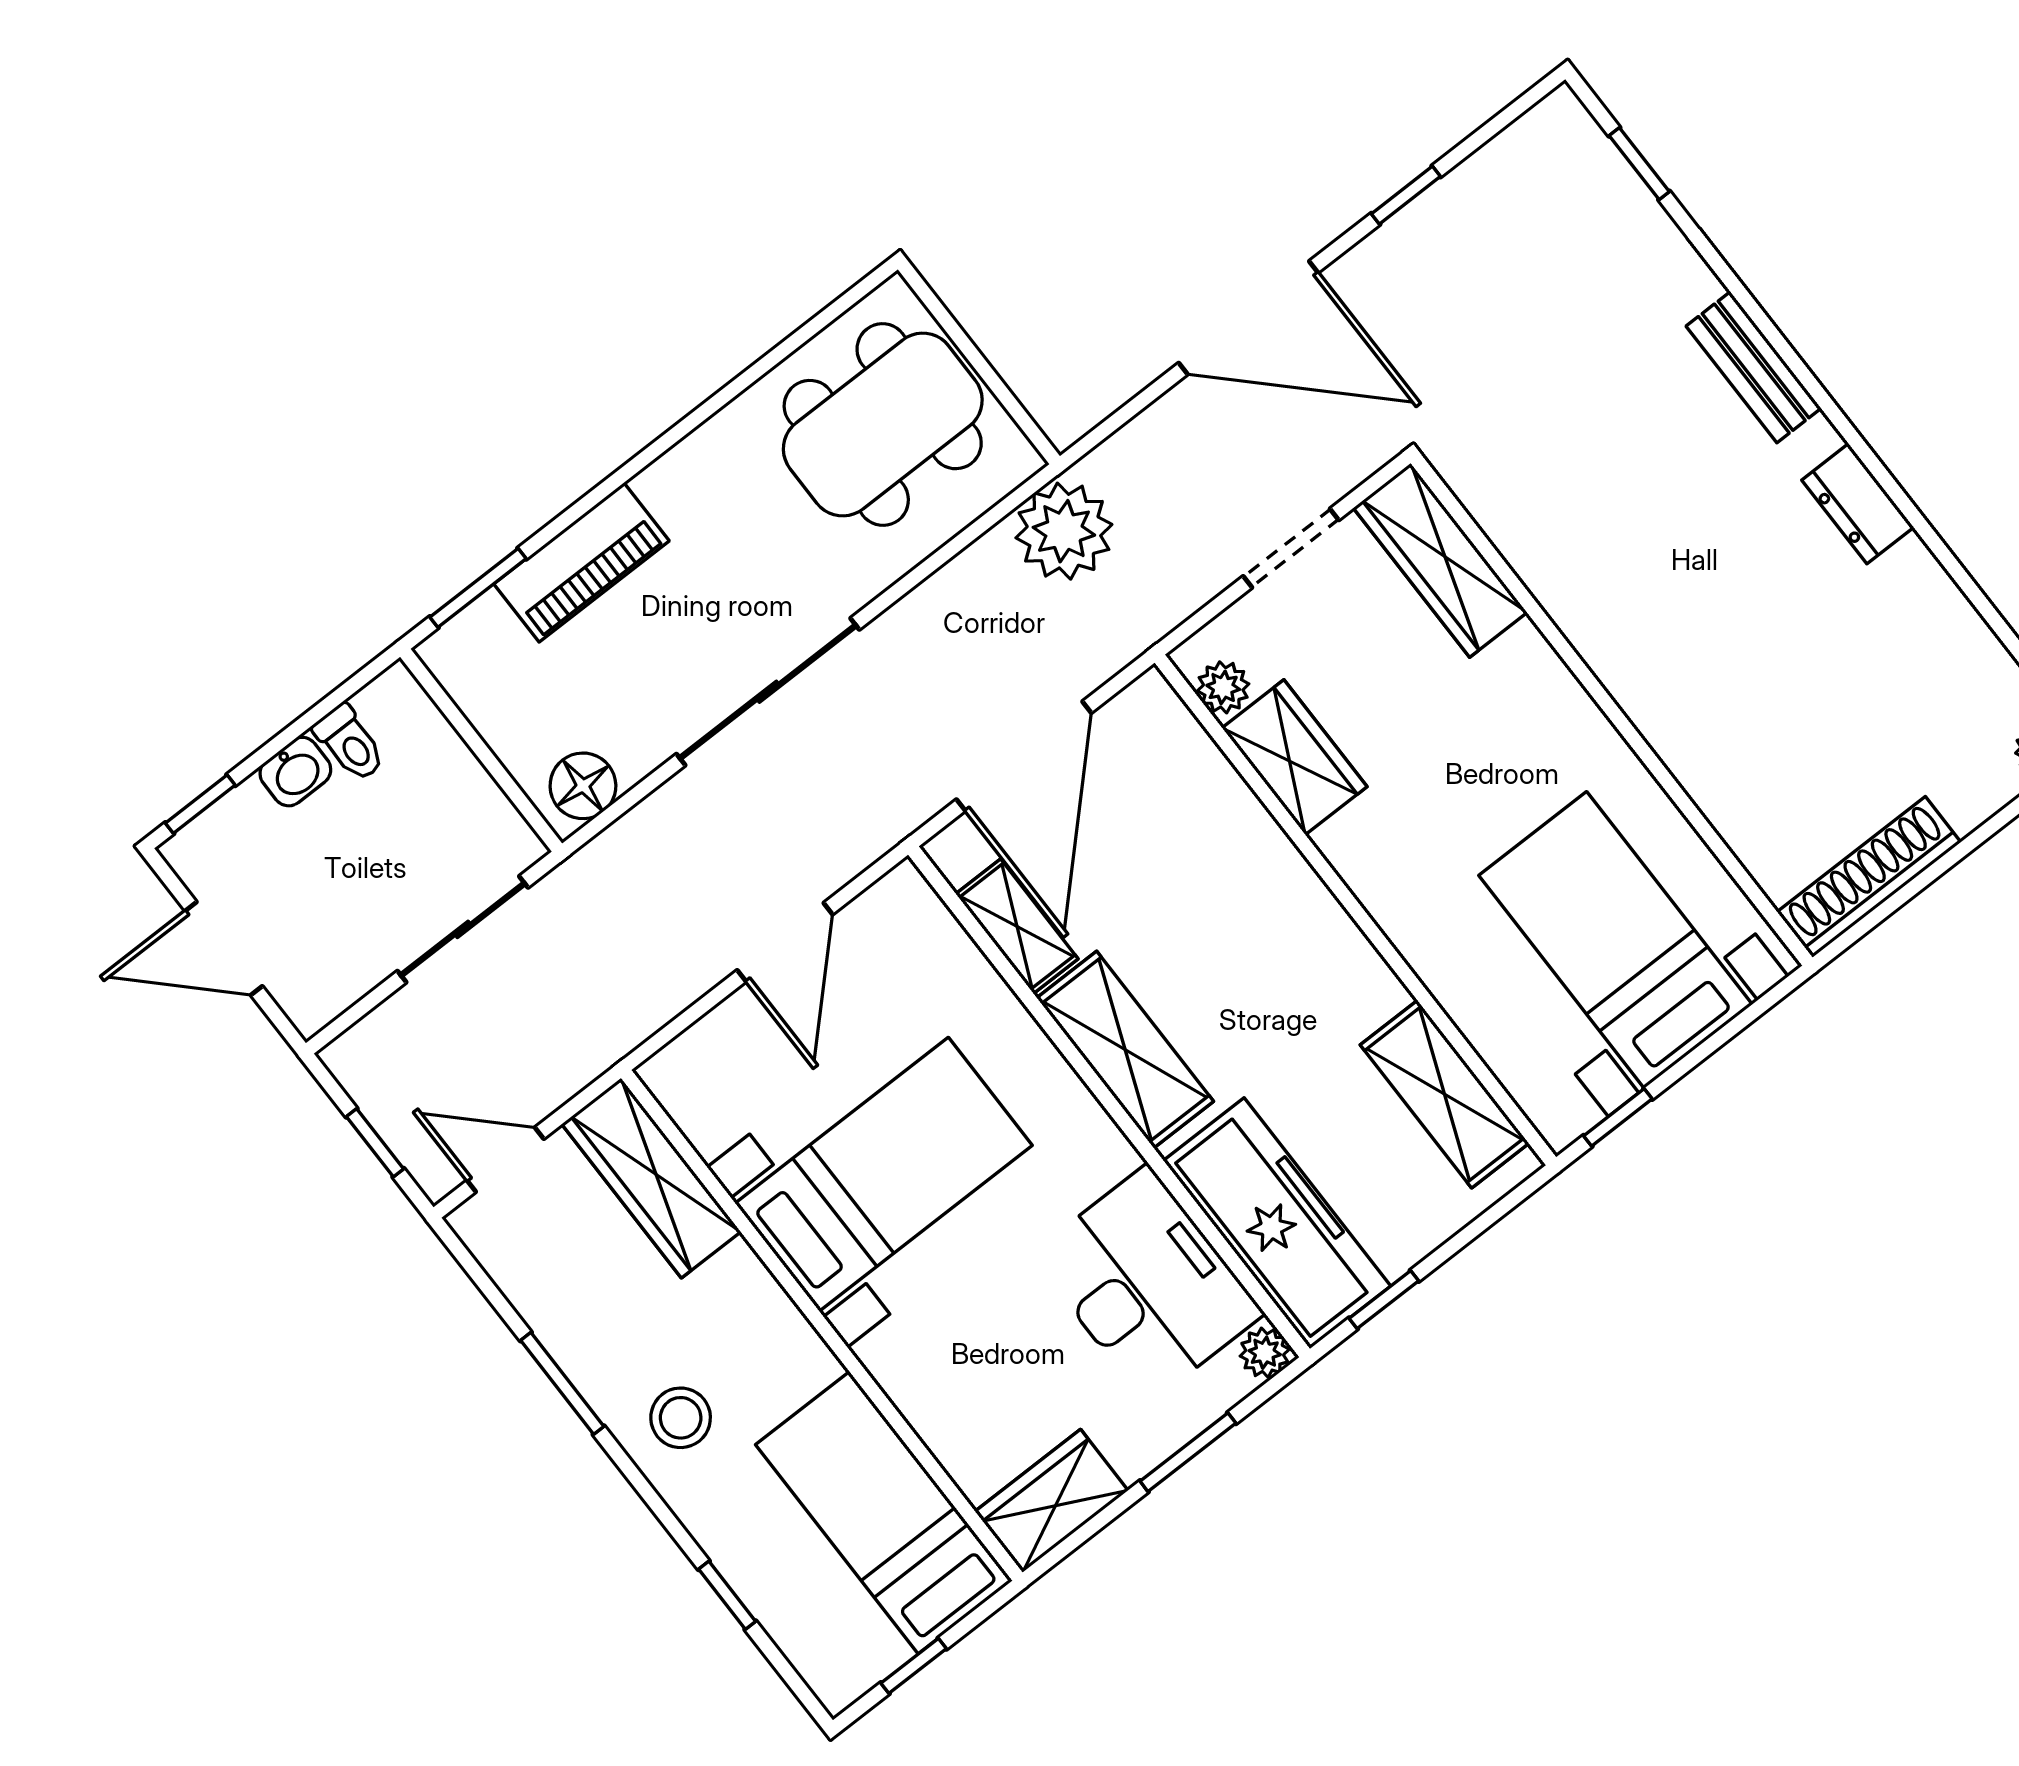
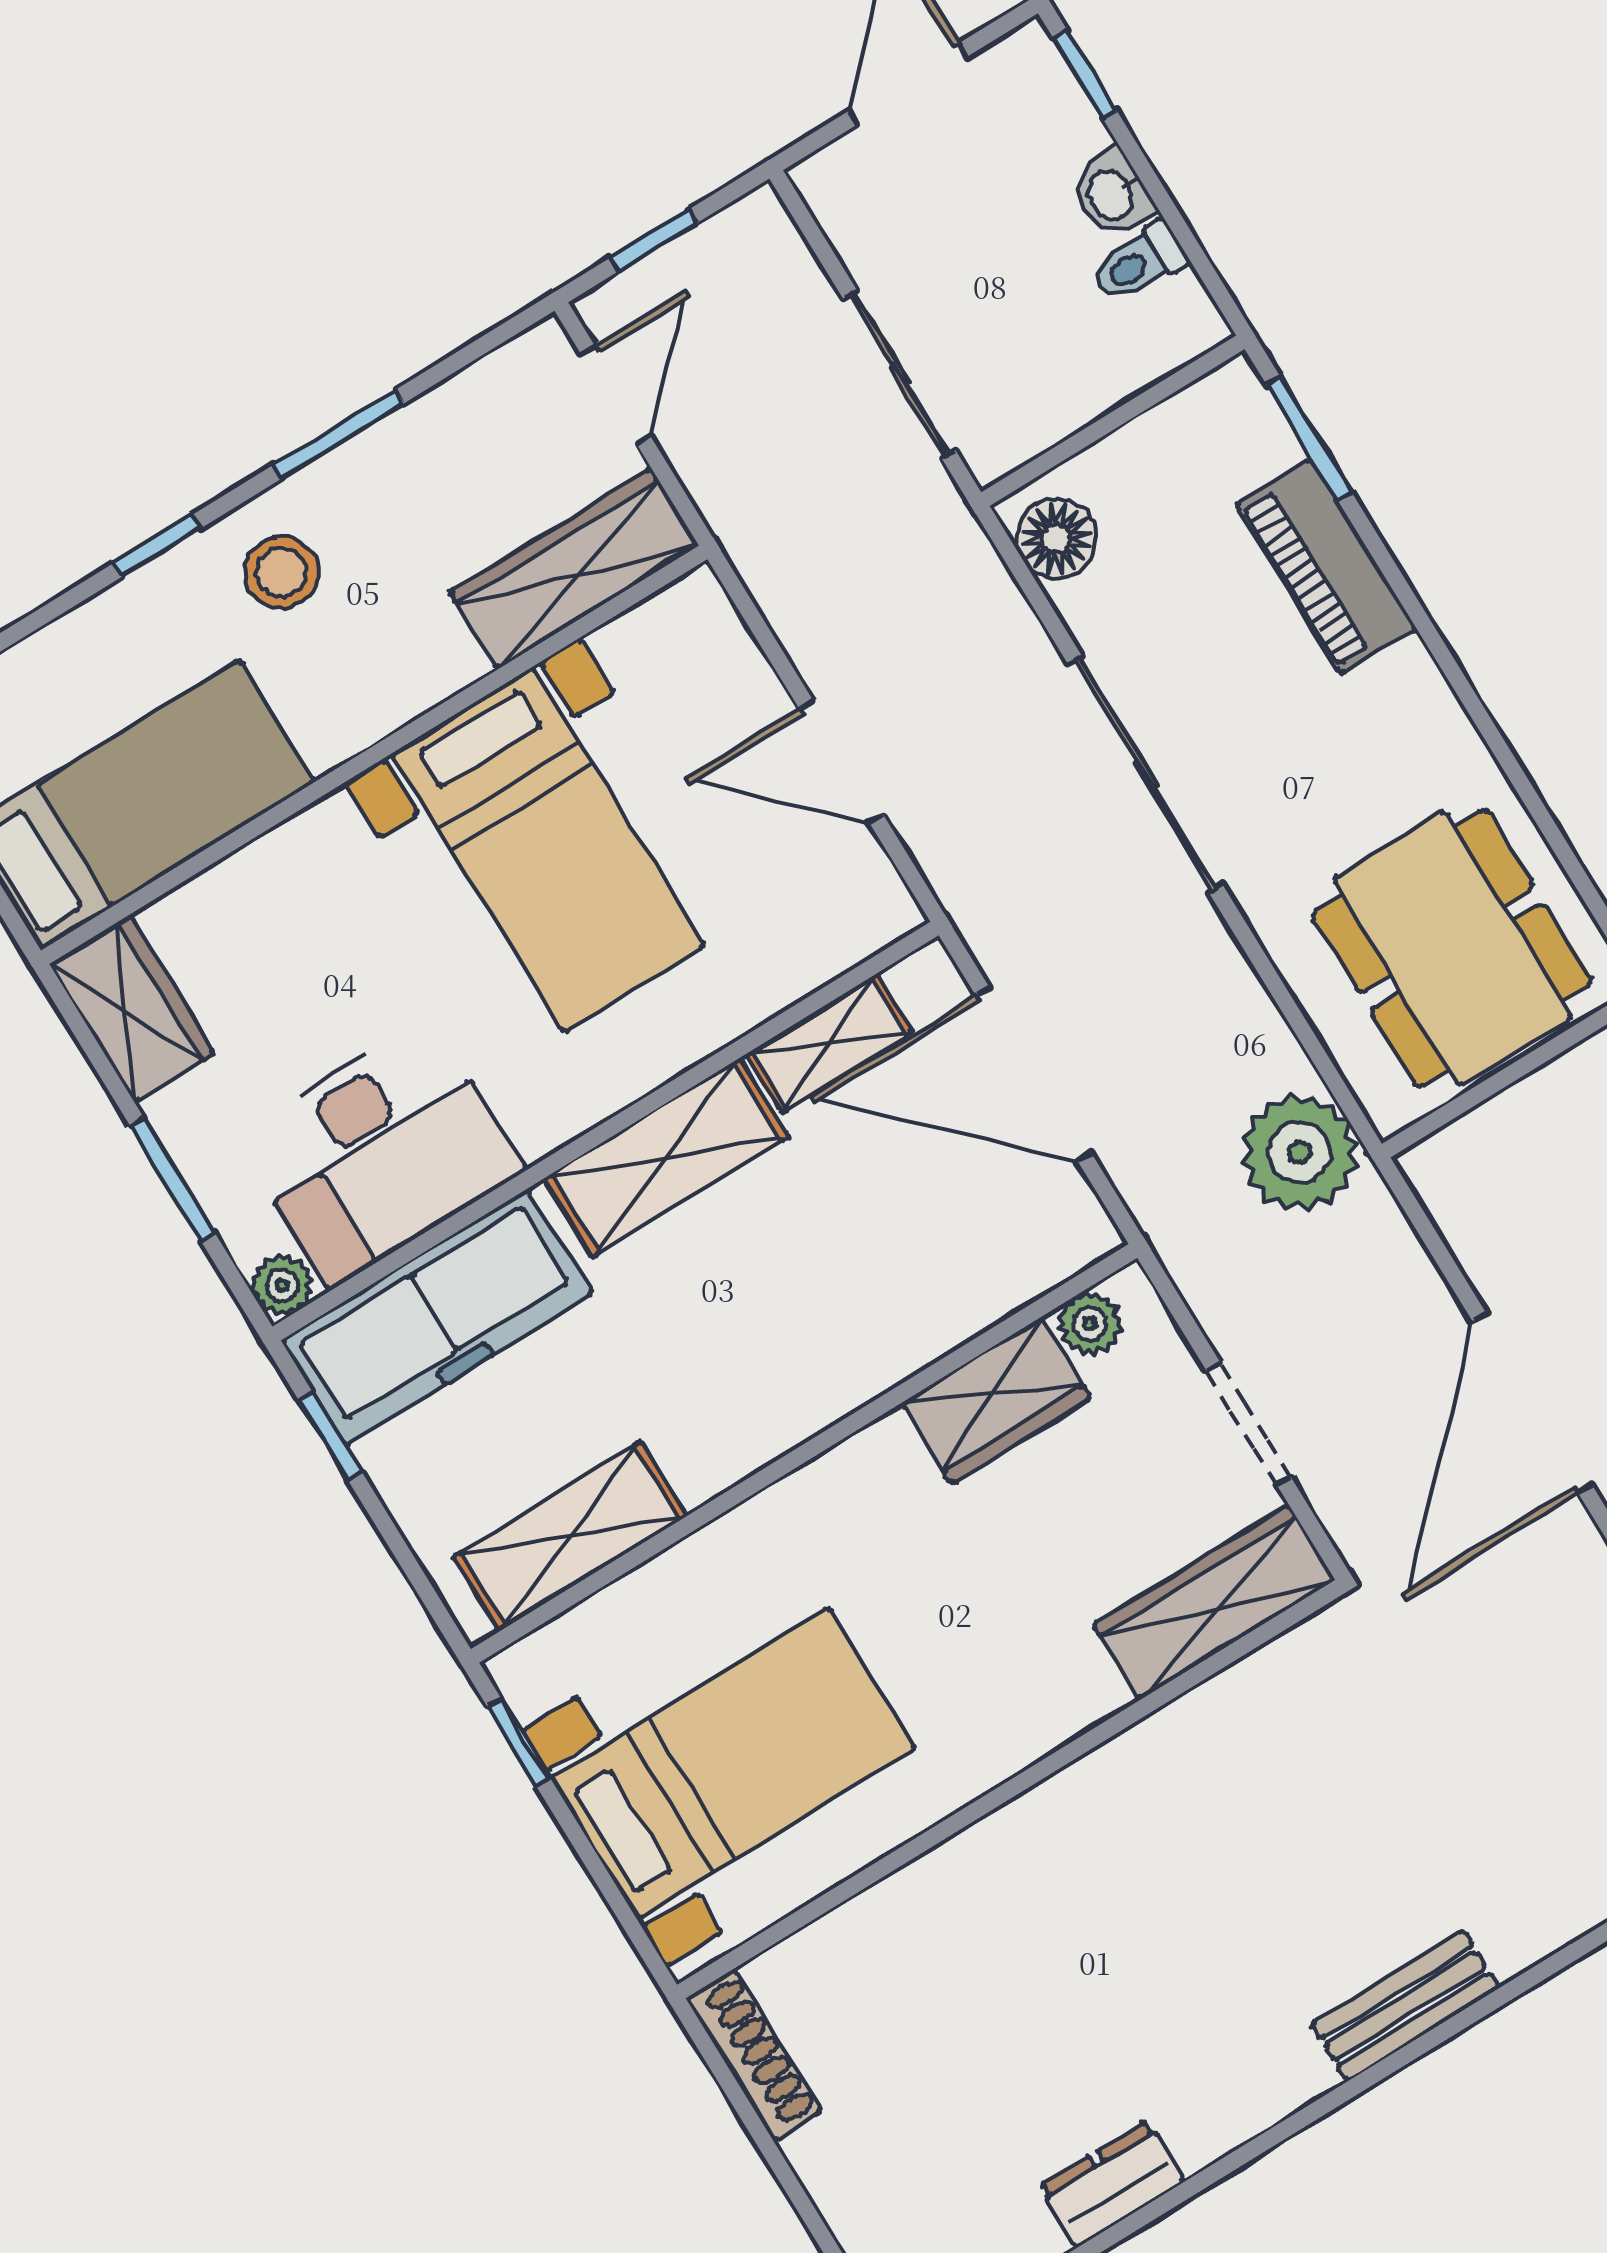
dresser: (1858, 504) -> (1112, 2184), moved
shoe rack: (1869, 877) -> (754, 2055), width x0.74, depth x0.81
window: (727, 1595) -> (157, 546), moved

